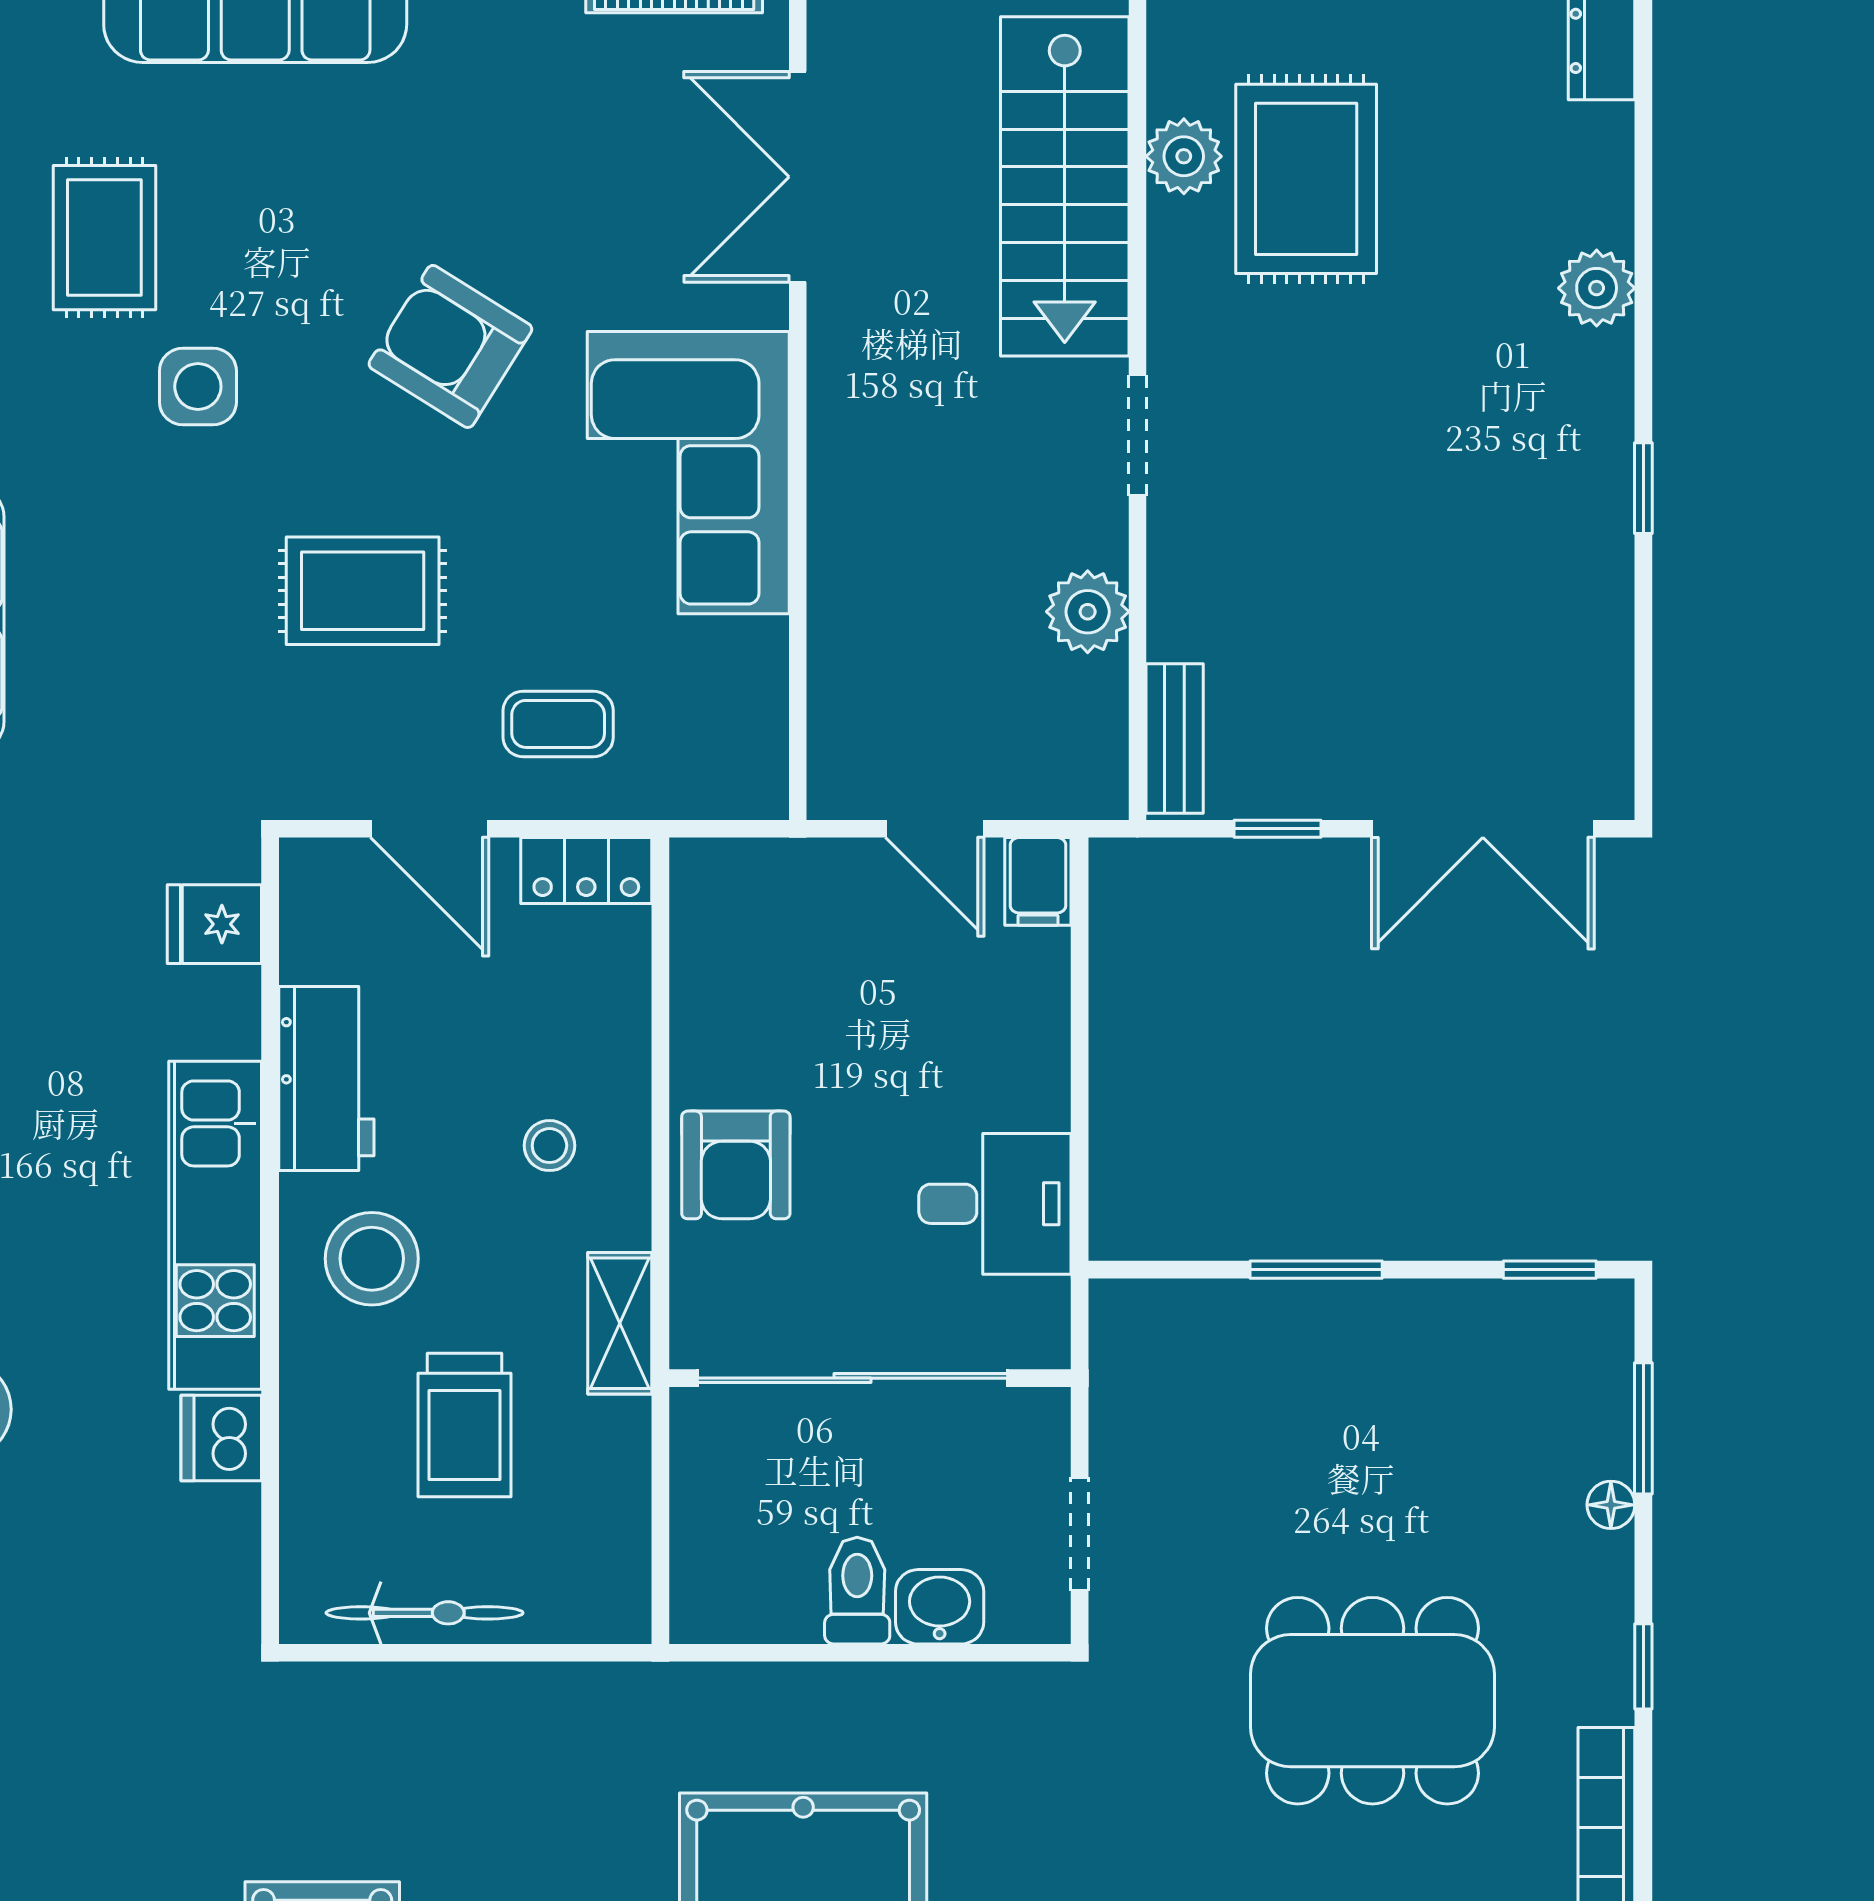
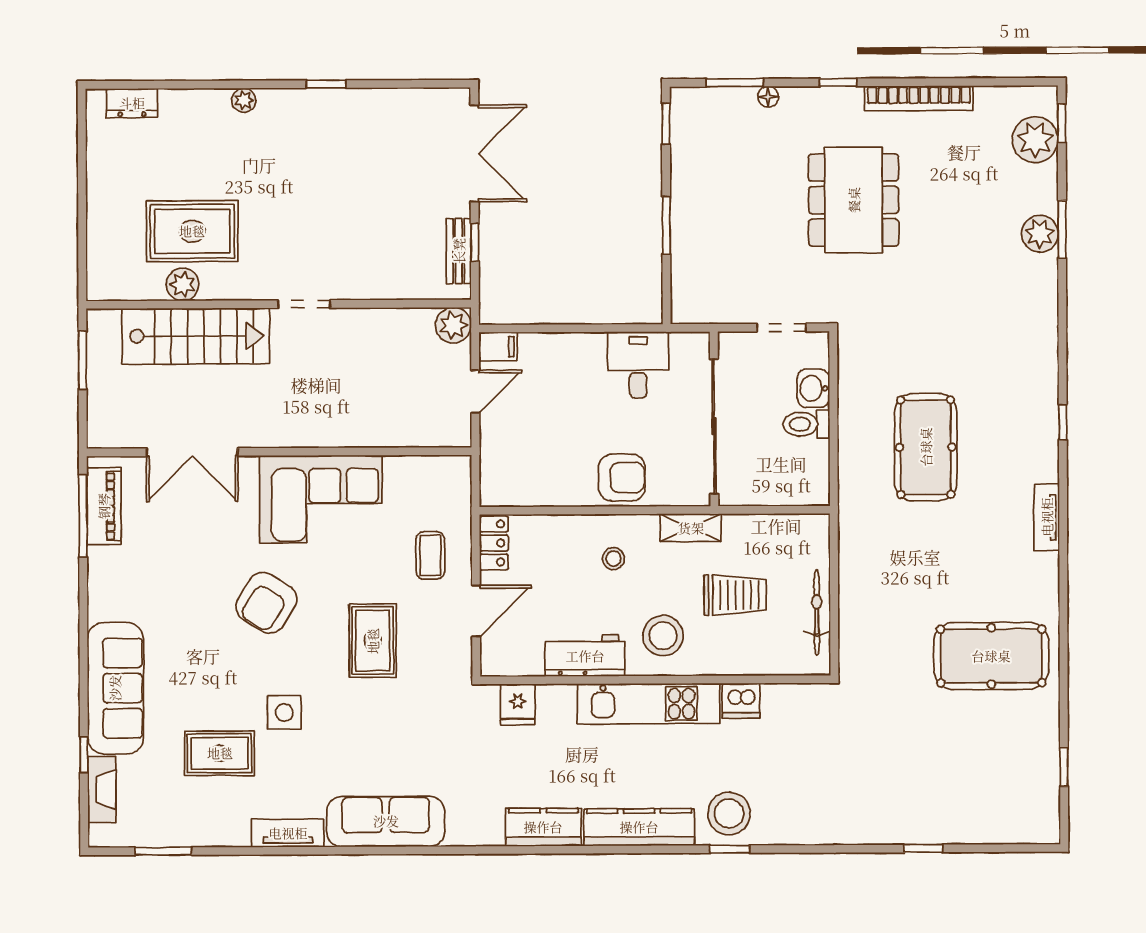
plant: (1597, 288) -> (244, 100), width x0.73, depth x0.73
plant: (1088, 612) -> (453, 325), moved
bench: (1175, 738) -> (459, 251), moved, turned 90

